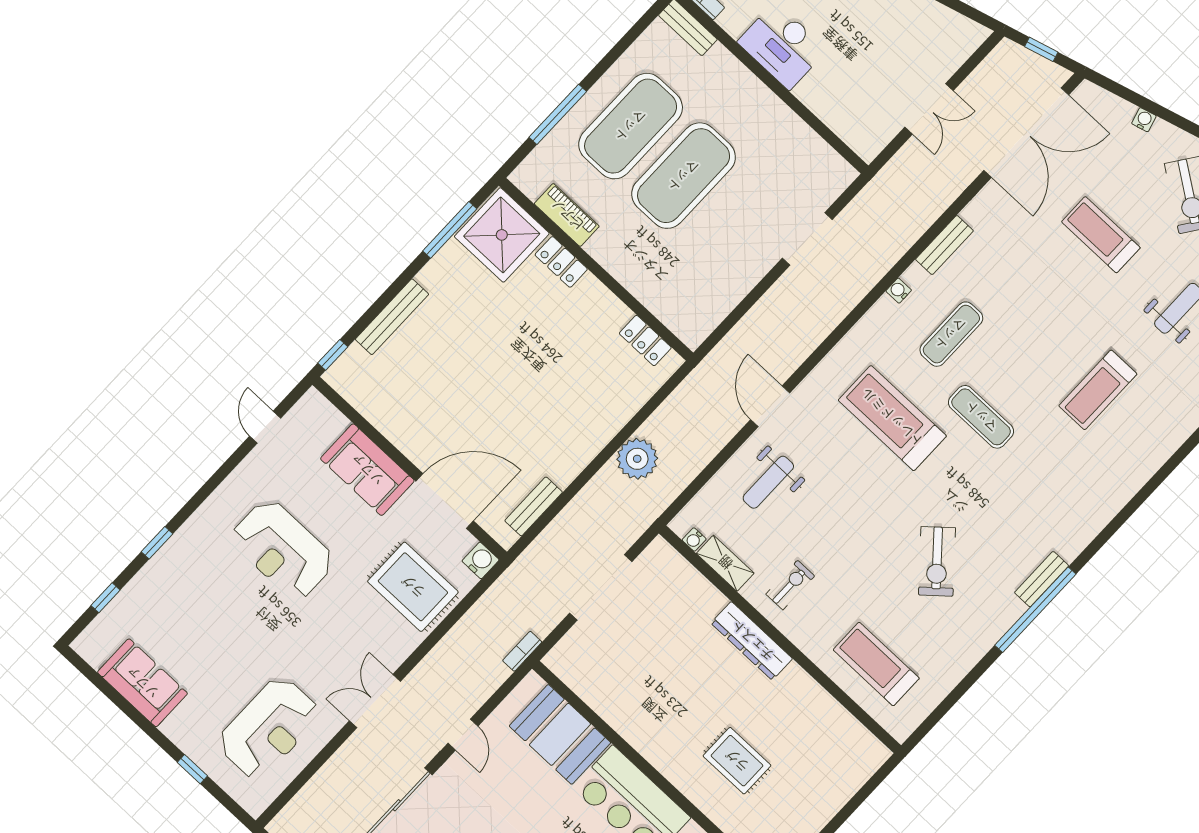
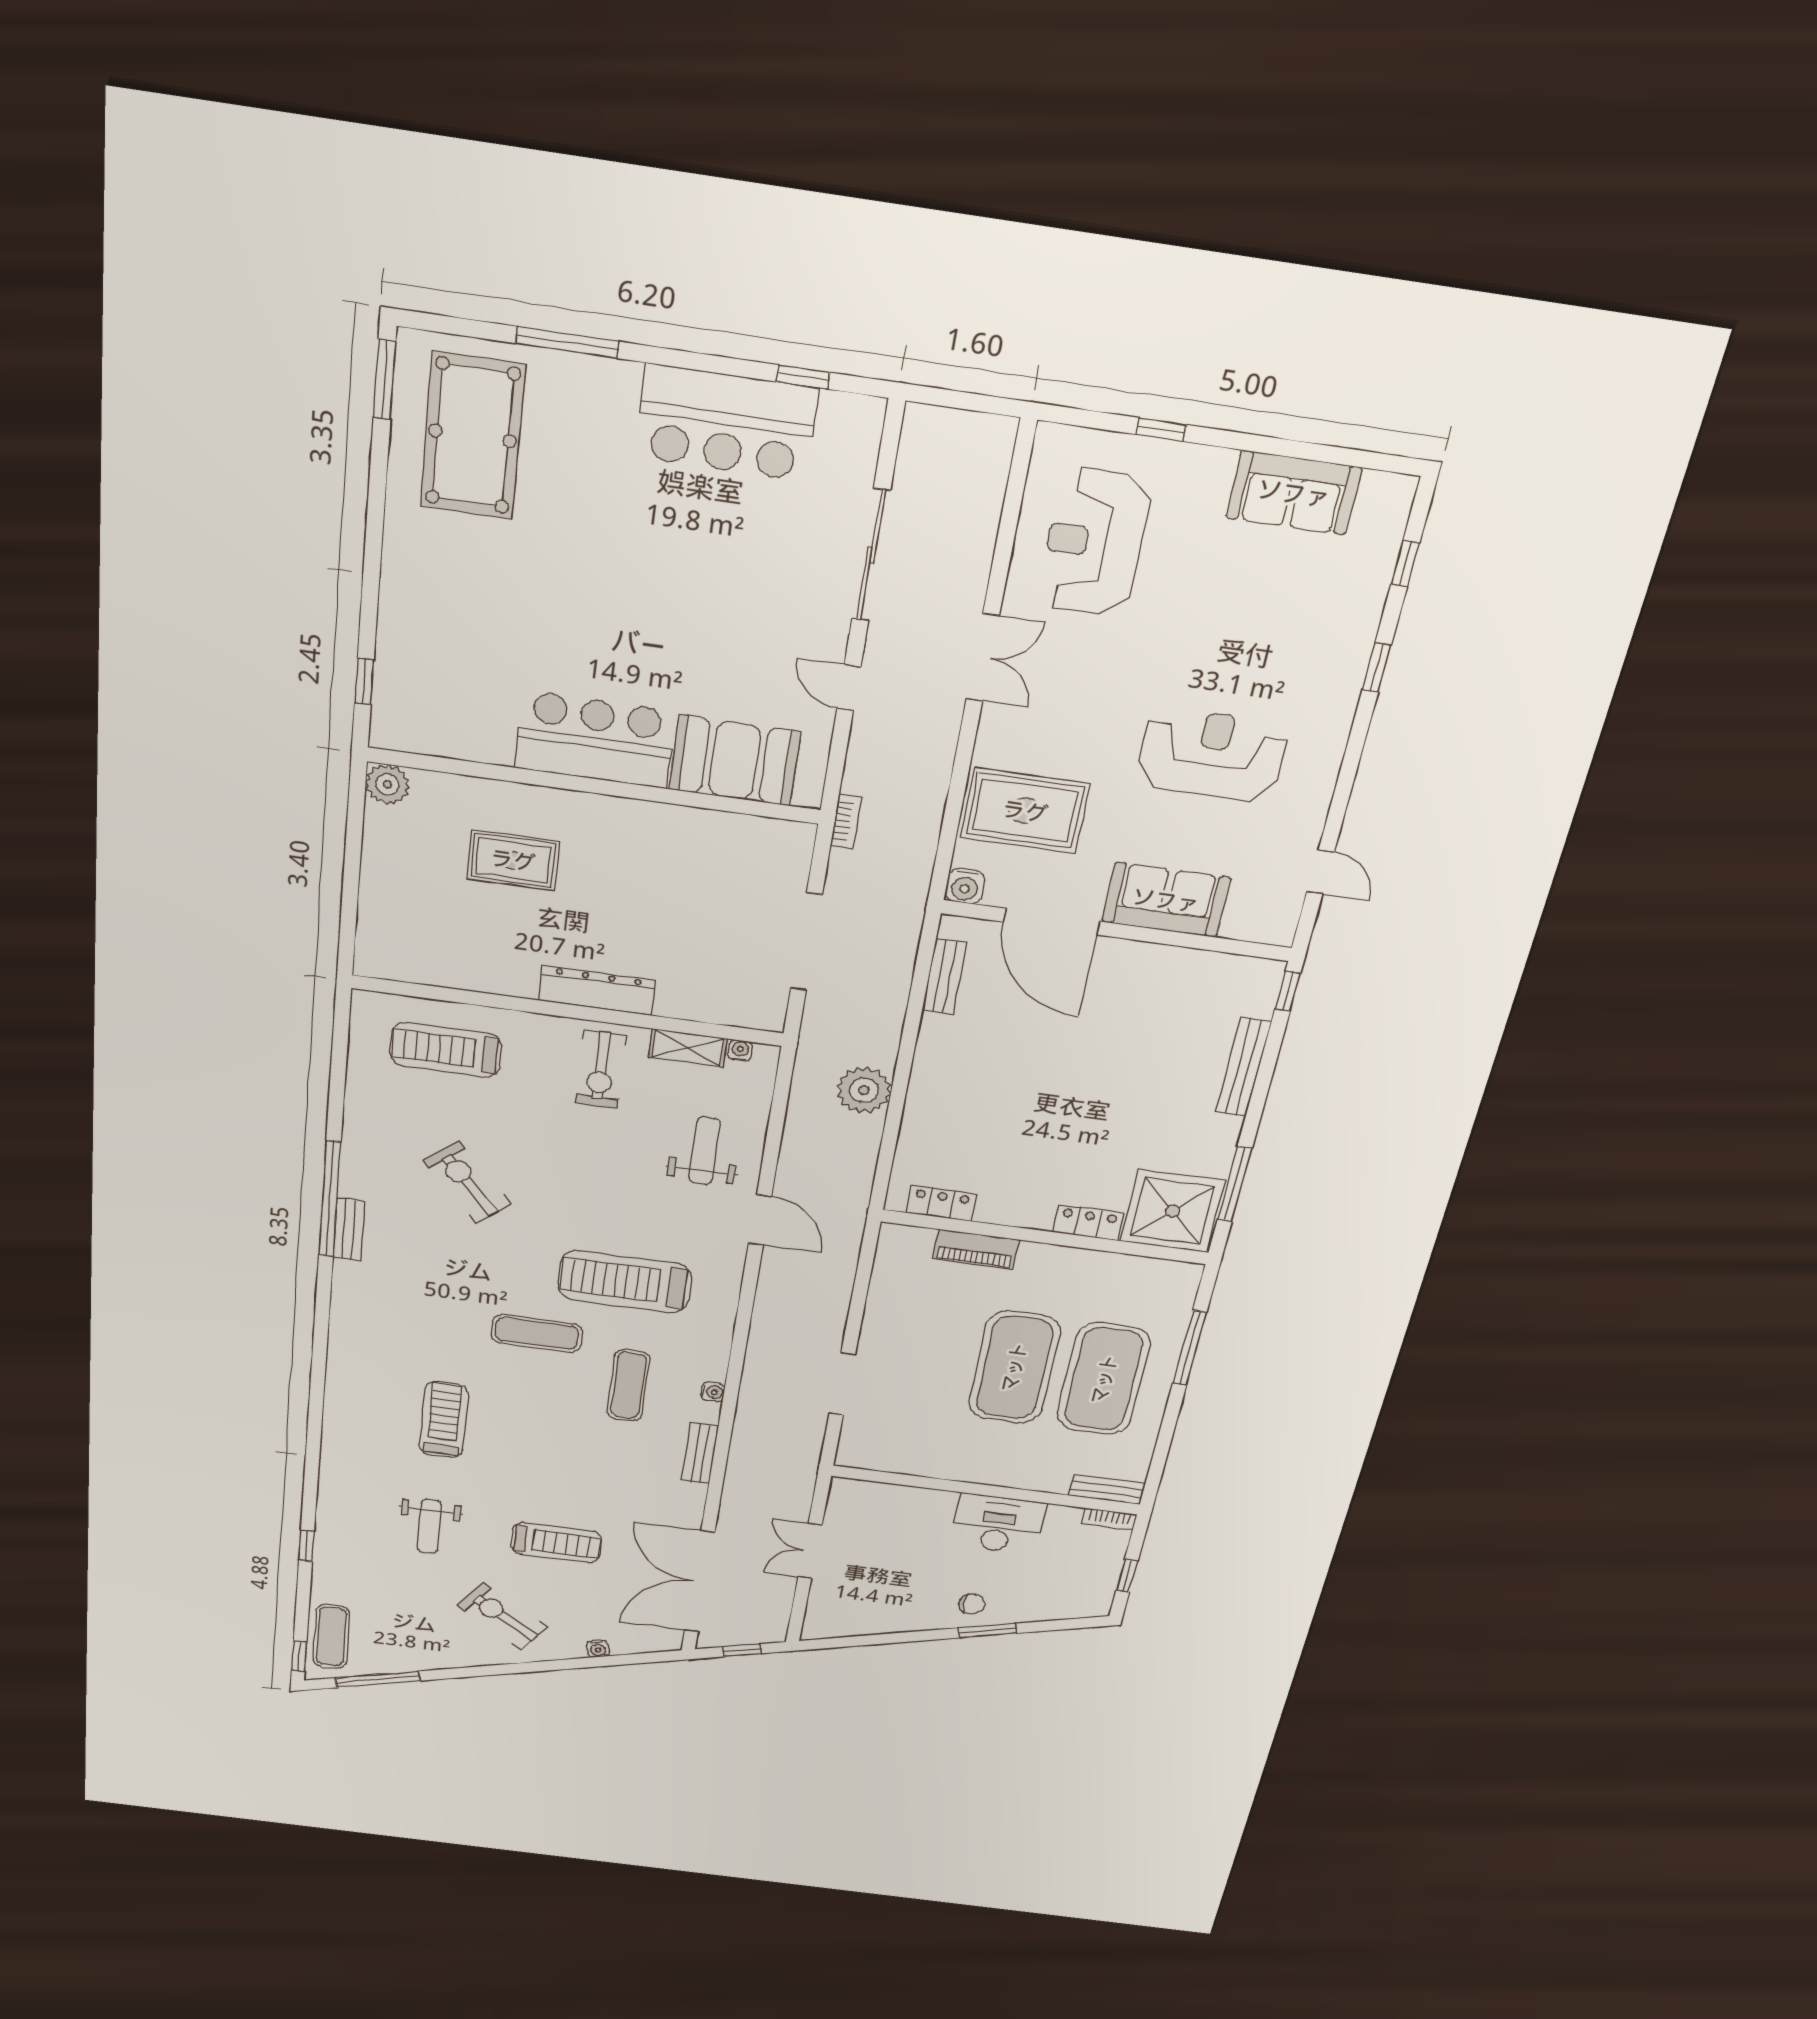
piano: (567, 215) -> (976, 1249), moved
treadmill: (892, 418) -> (625, 1282), turned 180
door: (445, 501) -> (1052, 922), hinge flipped
exercise bike: (790, 585) -> (601, 1069), width x1.38, depth x1.39
treadmill: (876, 664) -> (446, 1050), turned 180

